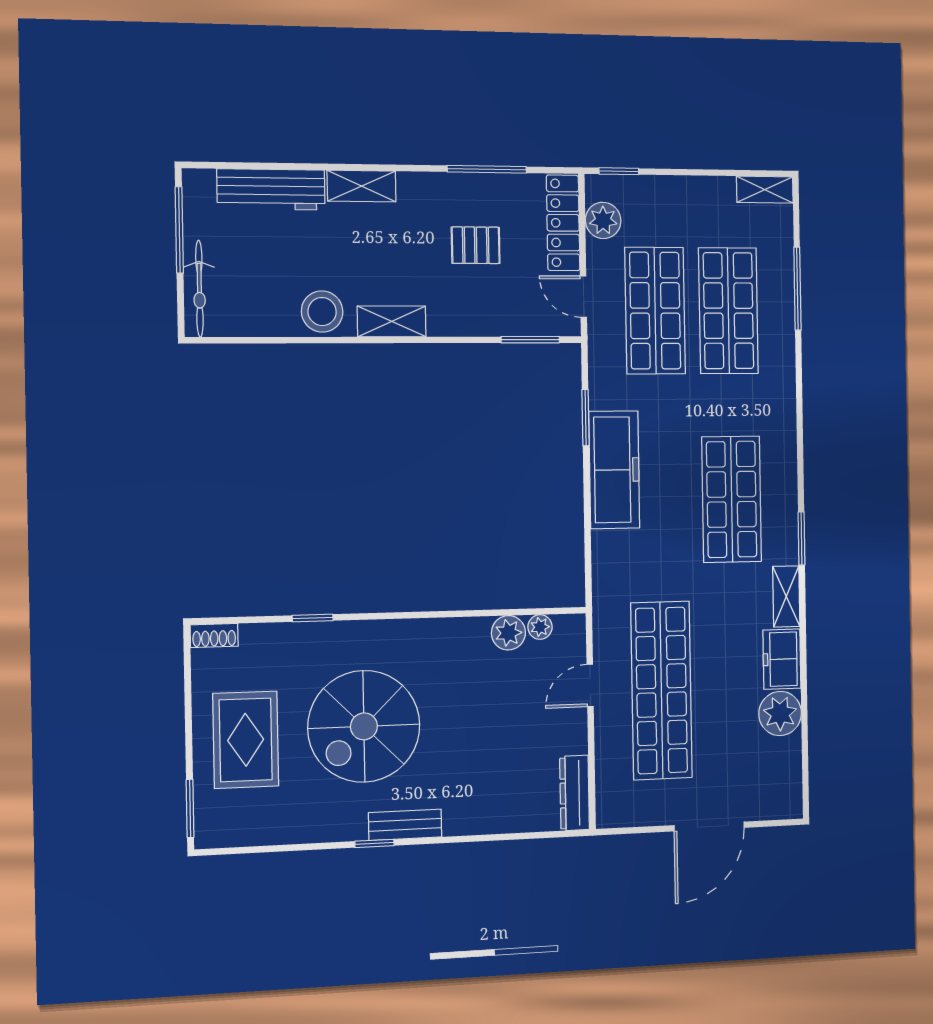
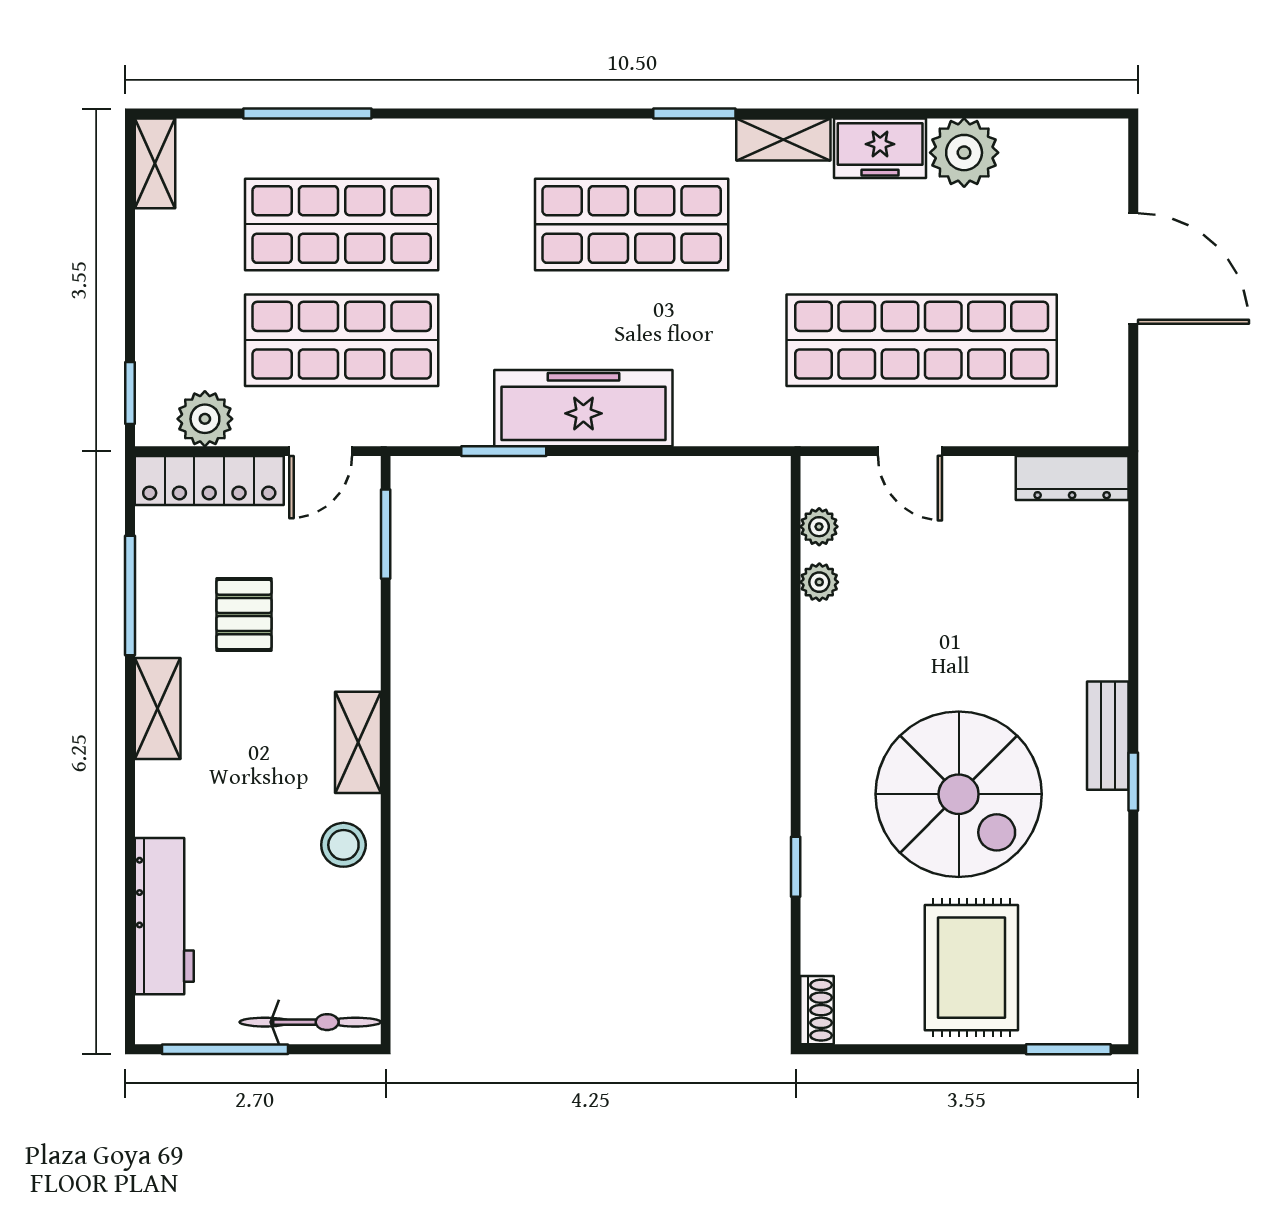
shelving: (362, 186) -> (158, 709), moved
stool: (322, 312) -> (343, 845), width x0.73, depth x0.73
plant: (508, 633) -> (819, 582), width x0.73, depth x0.73
rug: (246, 740) -> (971, 968), turned 90

